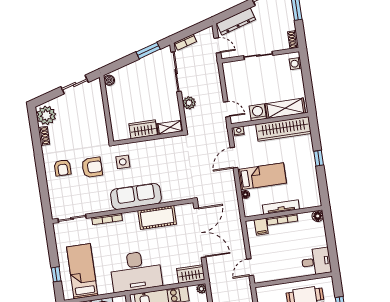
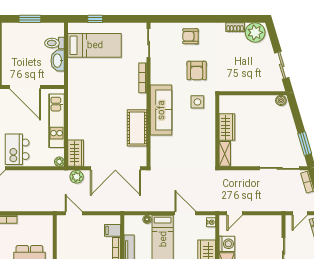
plant: (189, 103) -> (77, 177), moved
armchair: (63, 168) -> (190, 36), moved
desk: (136, 271) -> (87, 99), removed

